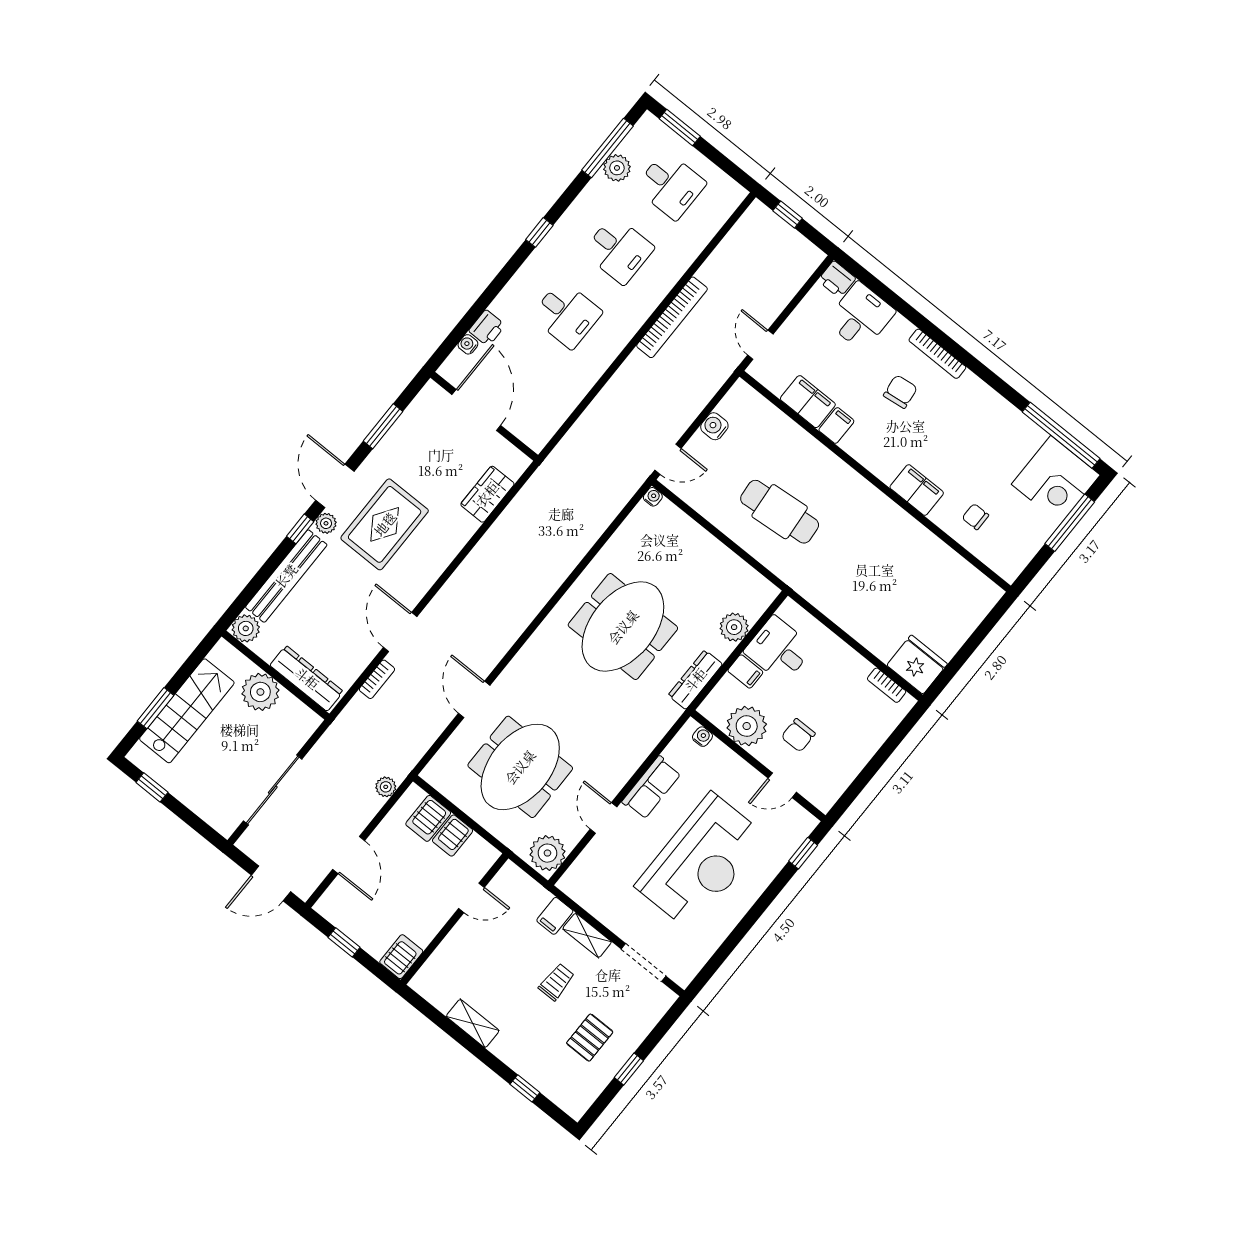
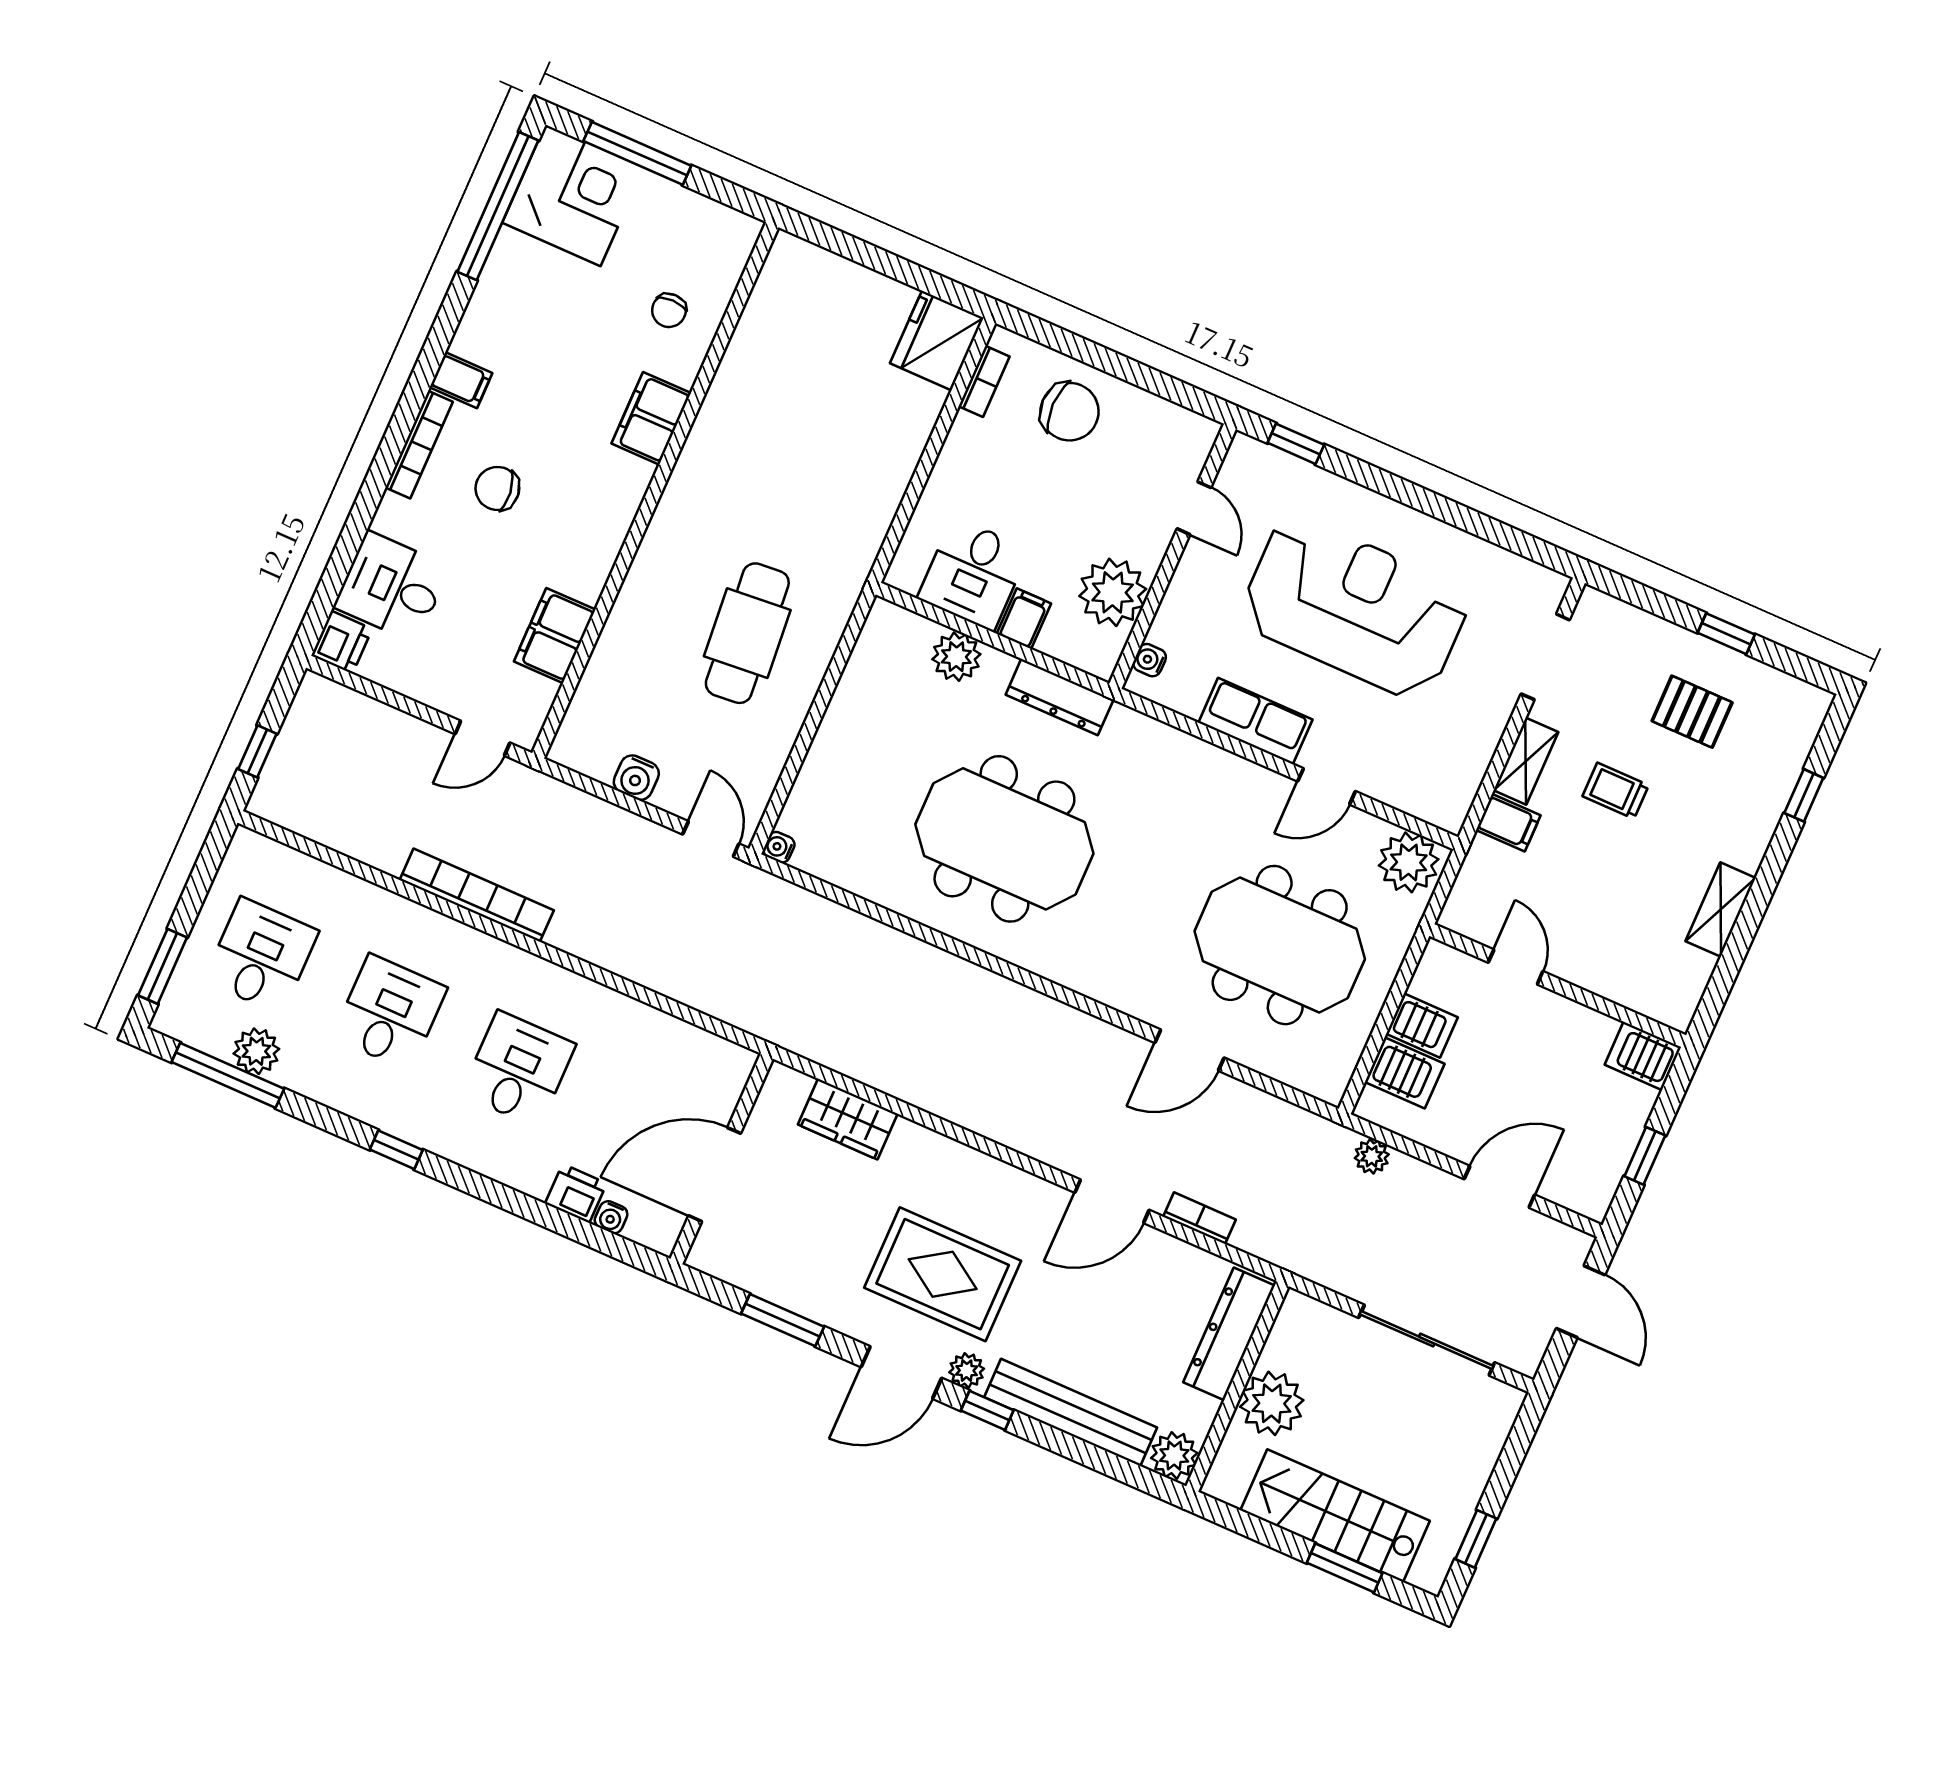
filing cabinet: (836, 426) -> (461, 380), moved, turned 180
chair: (798, 735) -> (1070, 412), moved, width x1.37, depth x1.37

